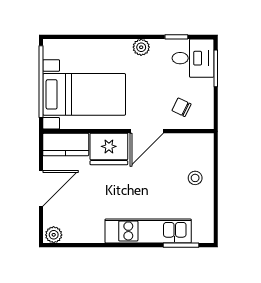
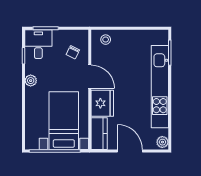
stool: (195, 178) -> (106, 40), moved
kitchen unit: (148, 231) -> (160, 87), width x1.36

